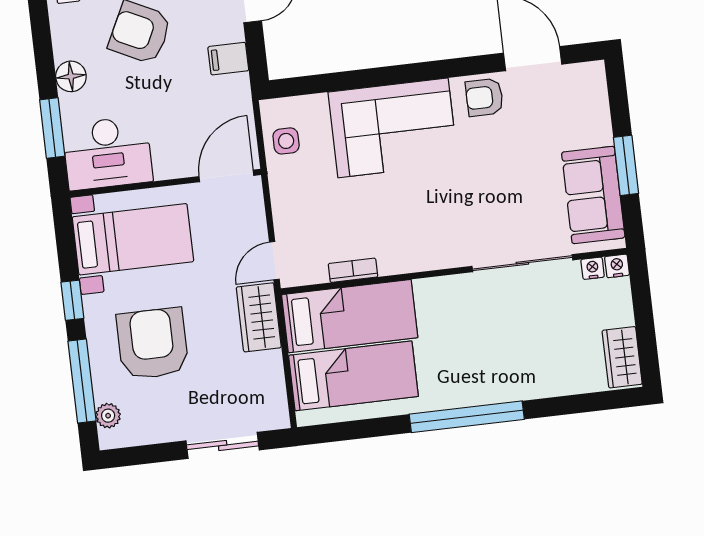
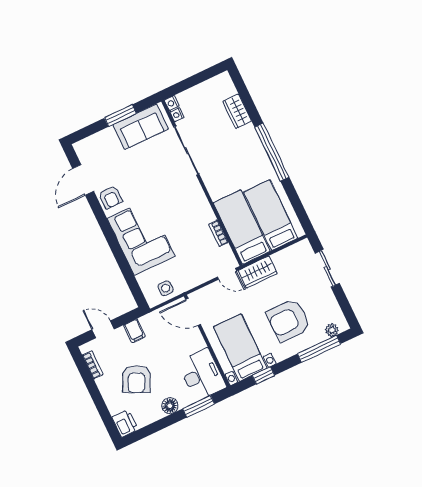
window: (72, 300) -> (263, 375), moved
wardrobe: (622, 357) -> (237, 111), moved, turned 90

